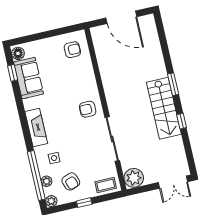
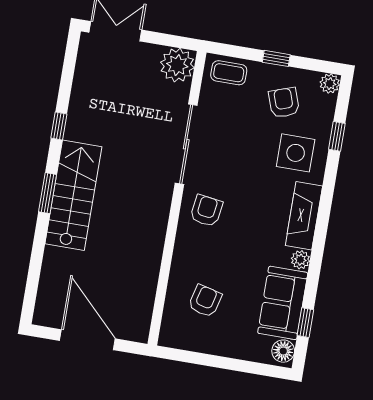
armchair: (72, 50) -> (205, 301), moved, turned 104
stairs: (164, 108) -> (73, 195), moved
armchair: (88, 109) -> (206, 211), turned -82
side table: (54, 158) -> (296, 153), width x1.87, depth x1.87
window: (36, 175) -> (337, 136), width x0.32
plant: (46, 181) -> (300, 260), moved

